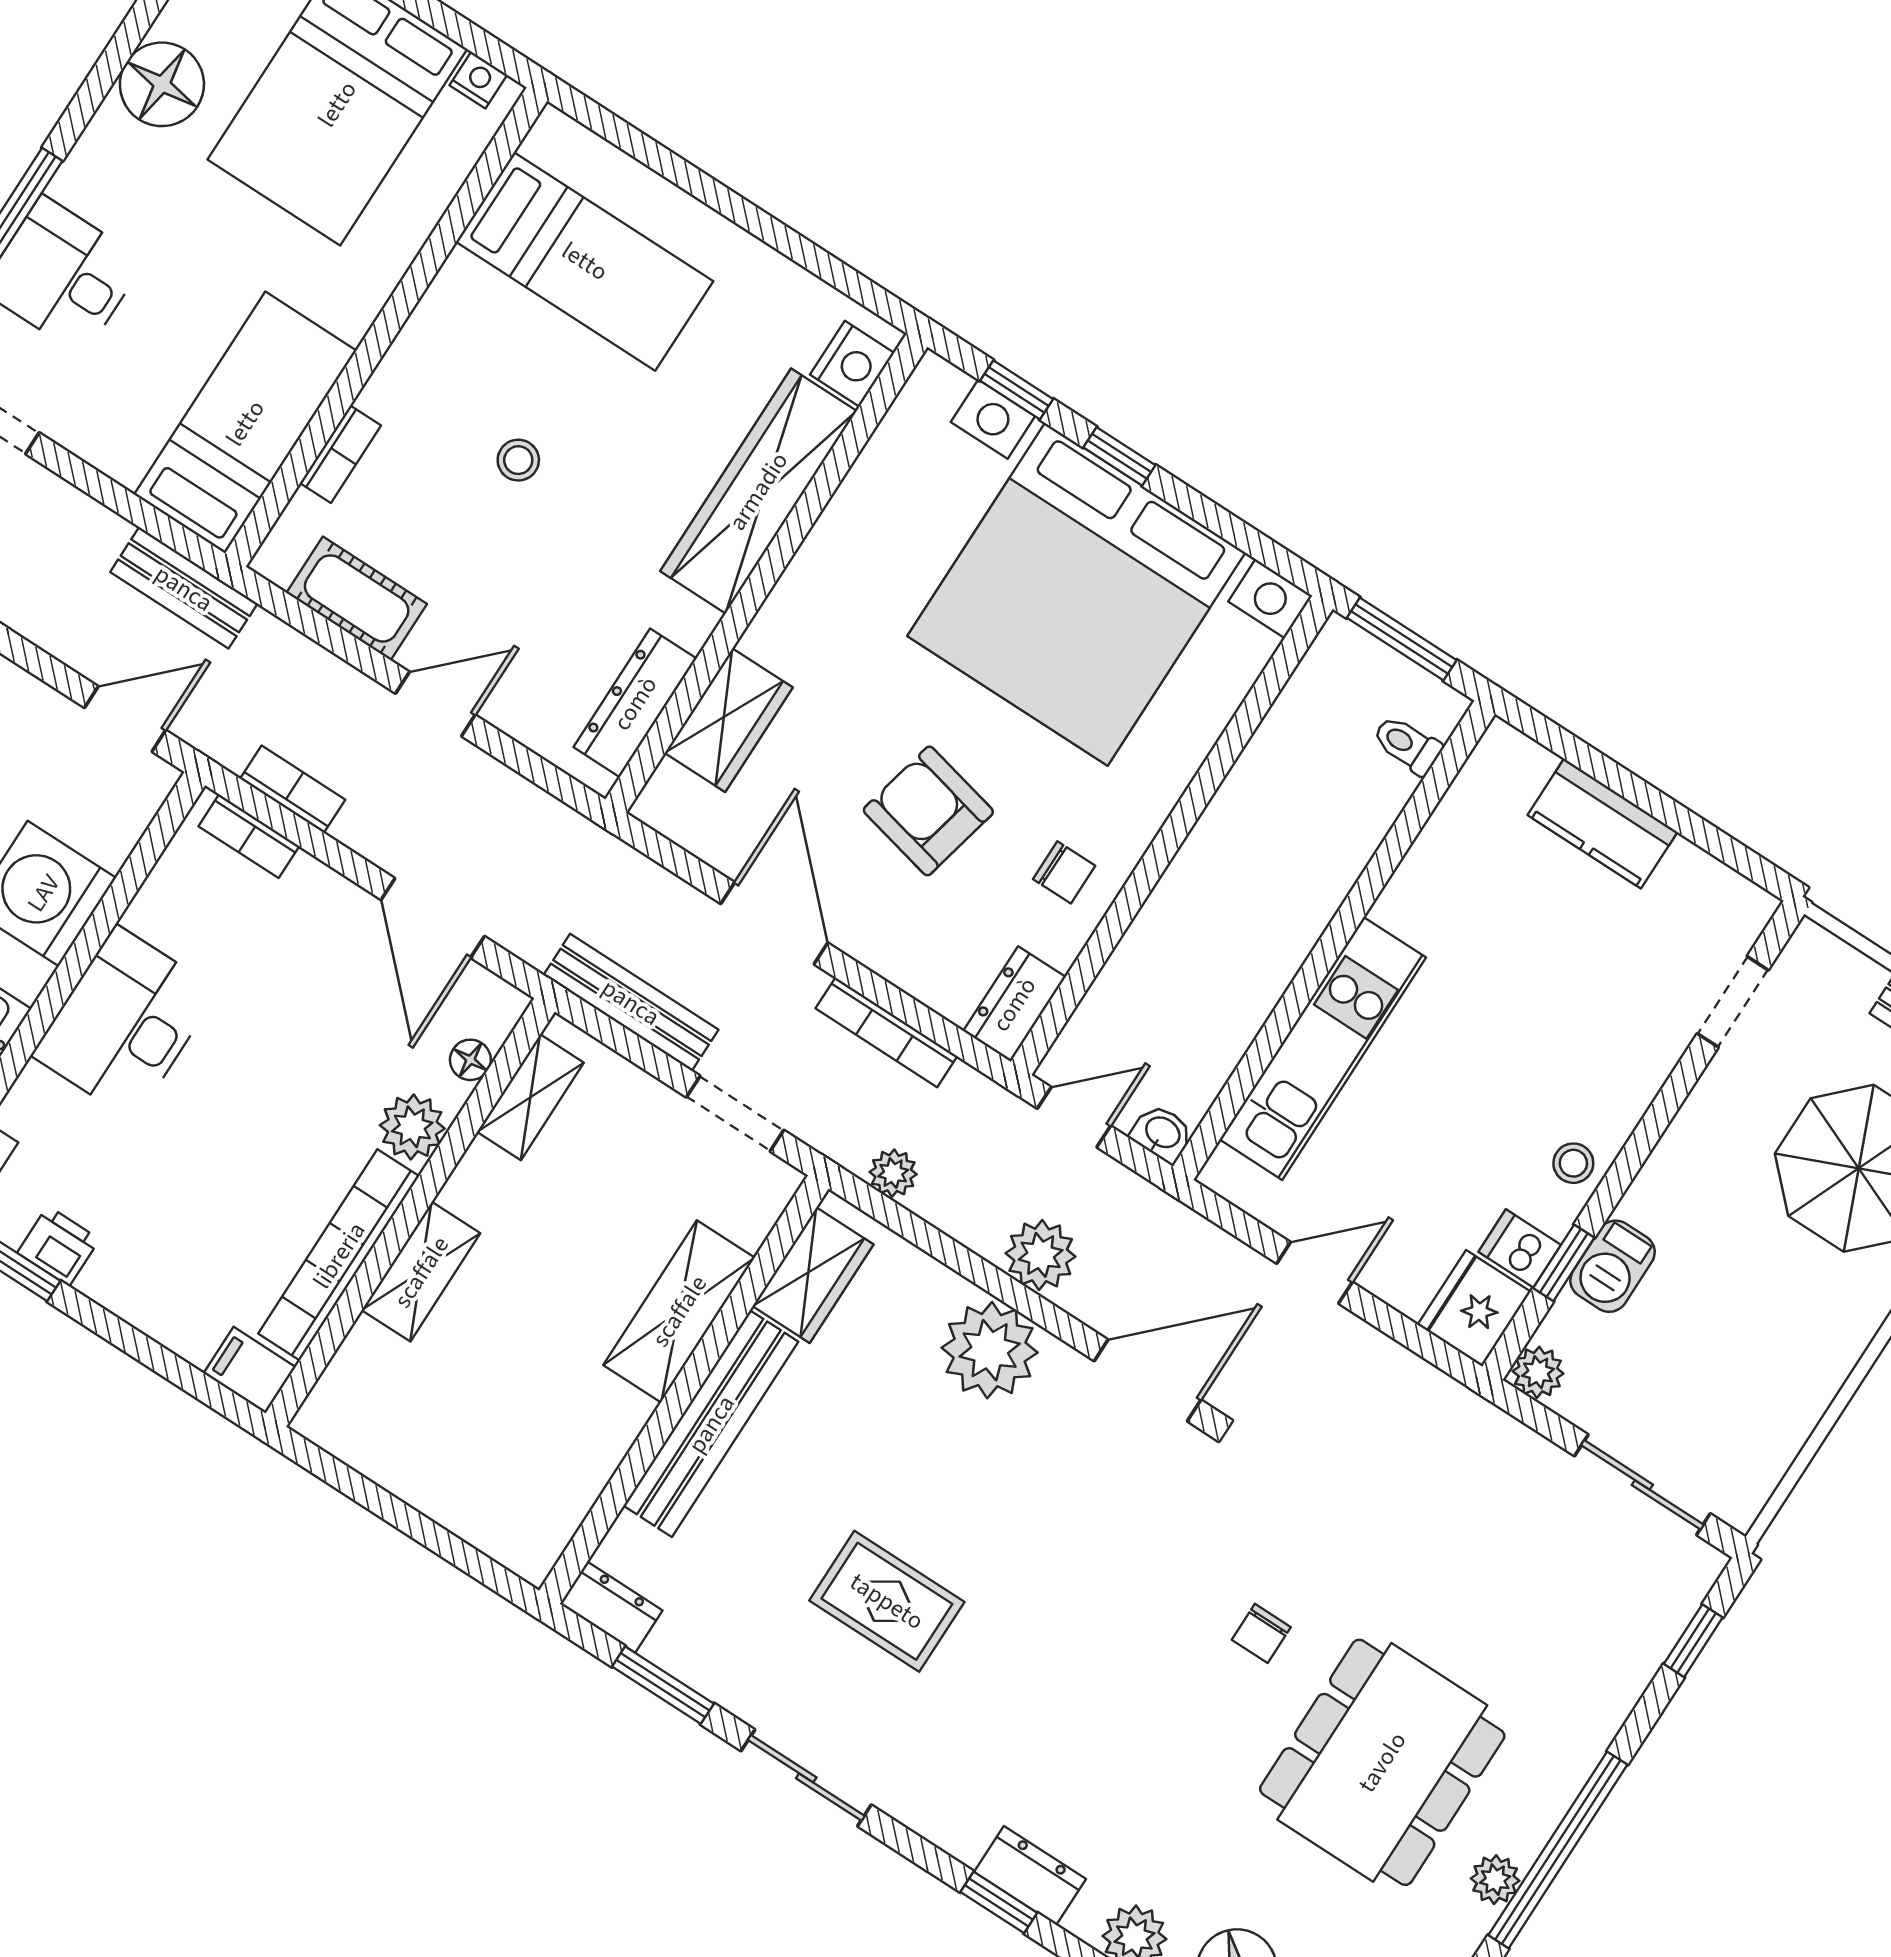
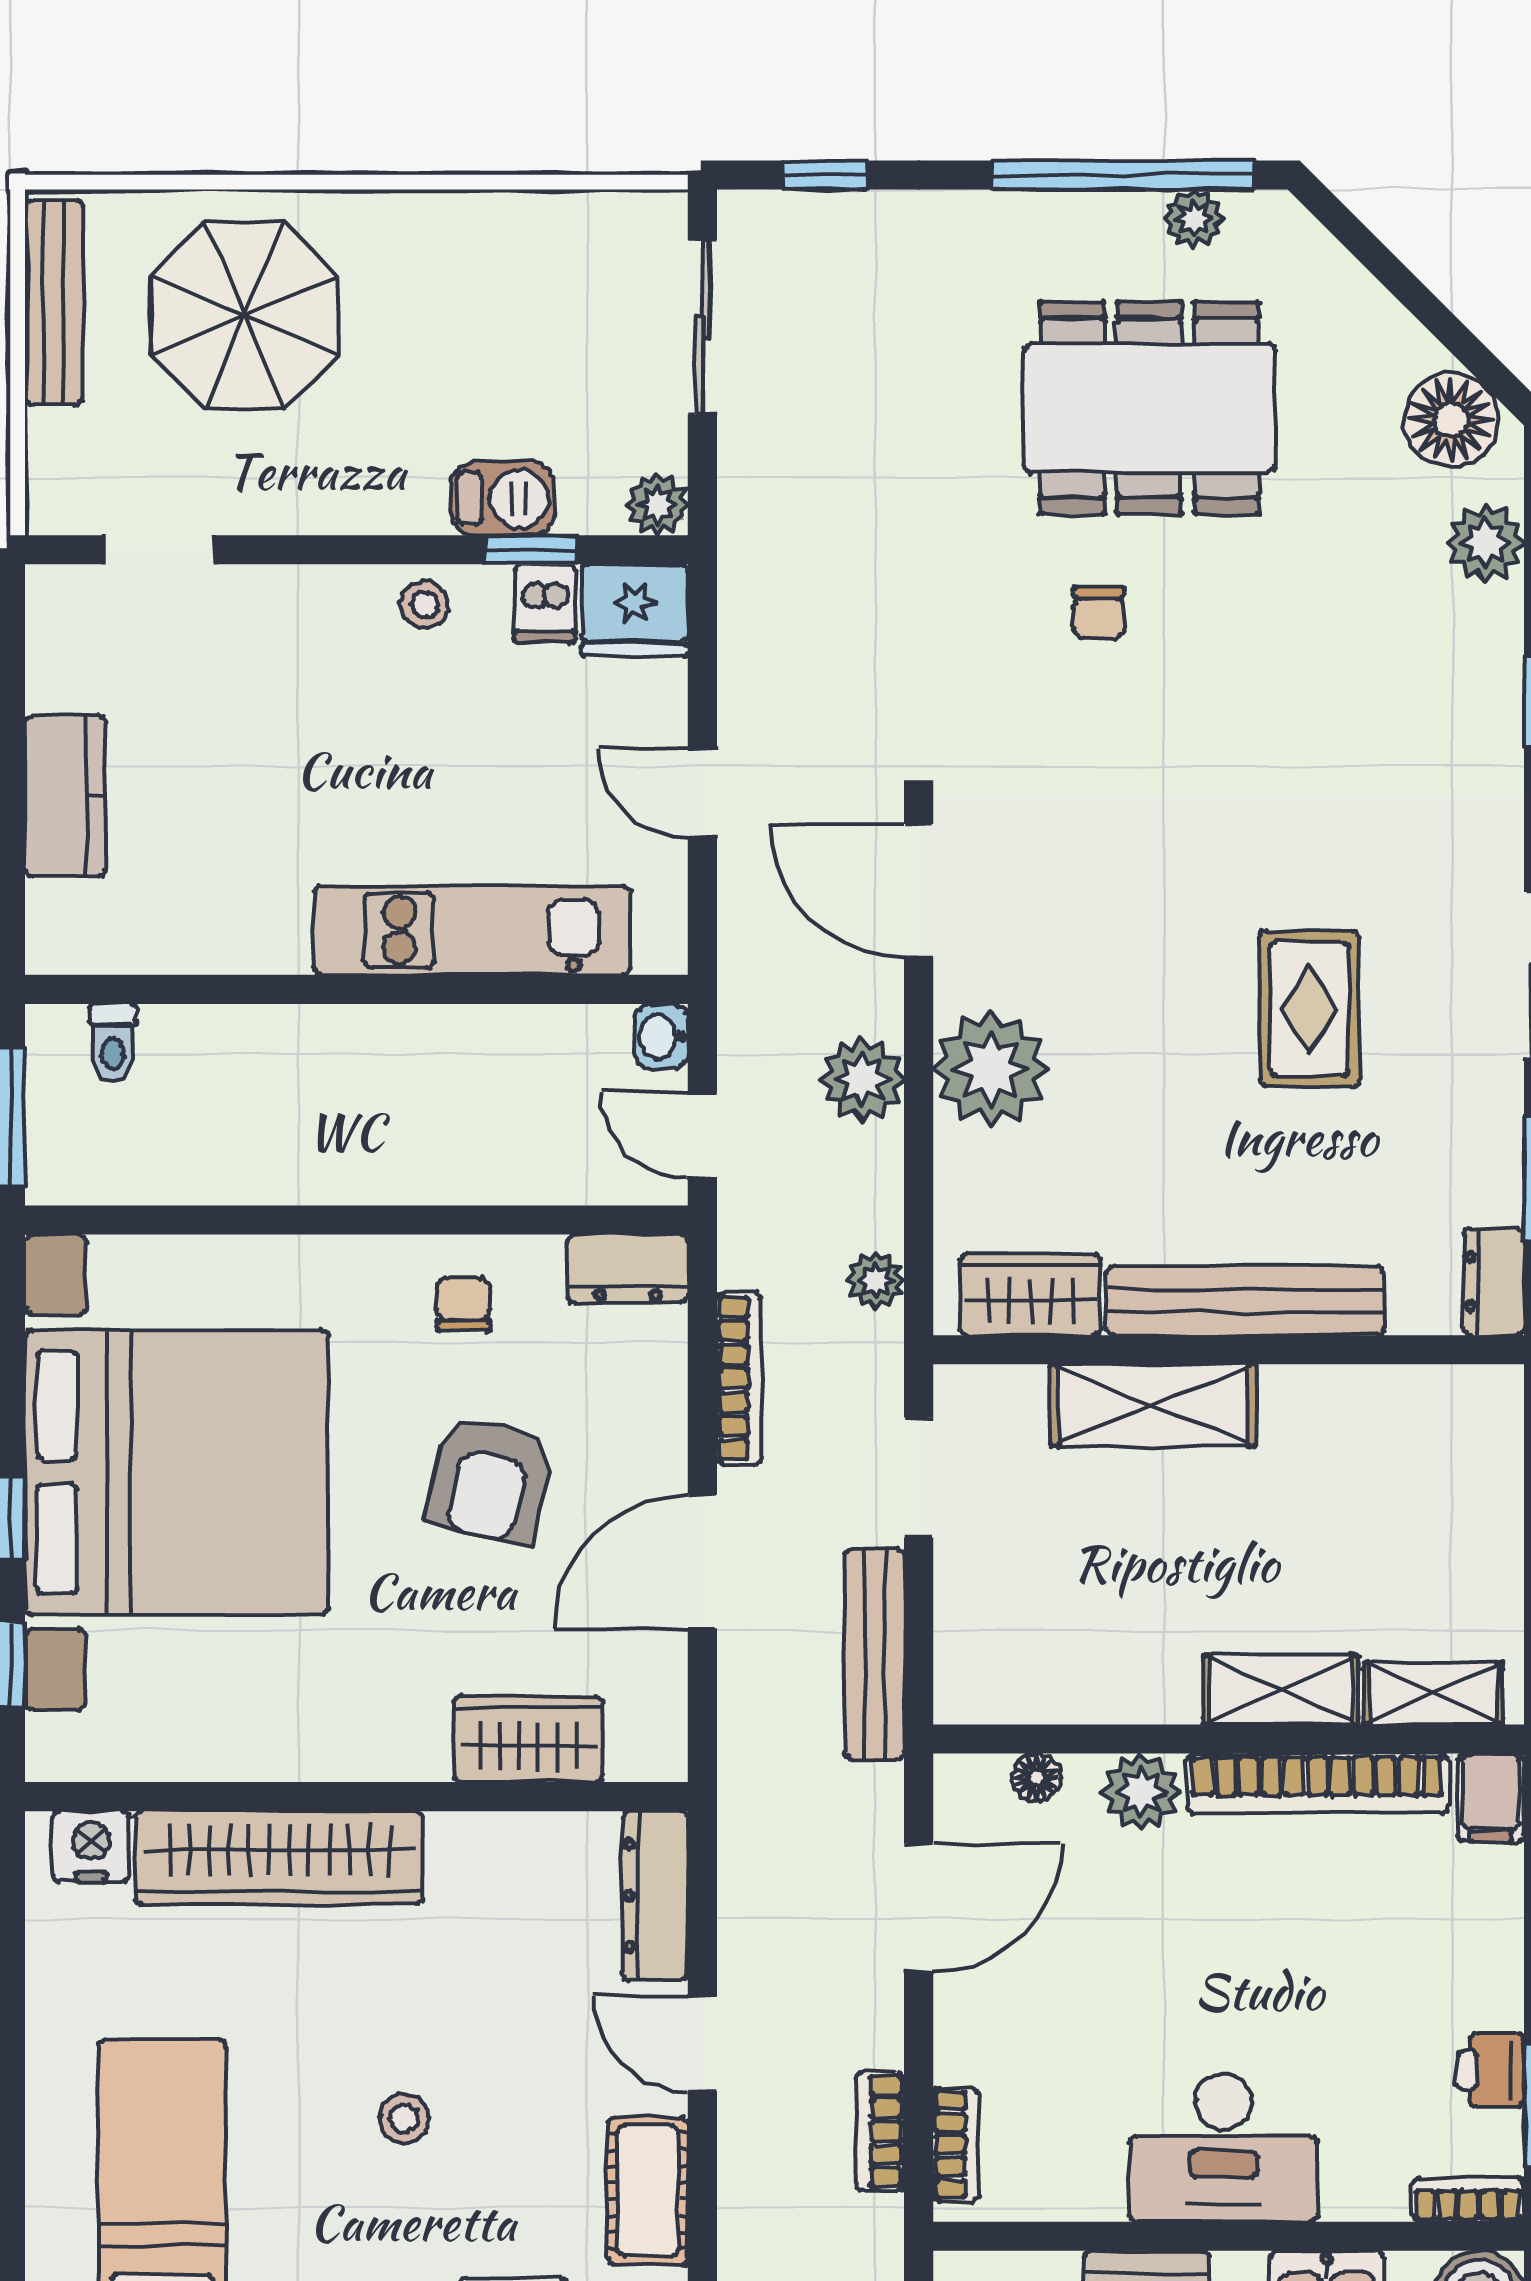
dresser: (635, 703) -> (655, 1895), moved, turned 90
shelving: (530, 1097) -> (1433, 1693), moved
chair: (1261, 1633) -> (1099, 613), turned 90
dresser: (1030, 1875) -> (1491, 688), removed

